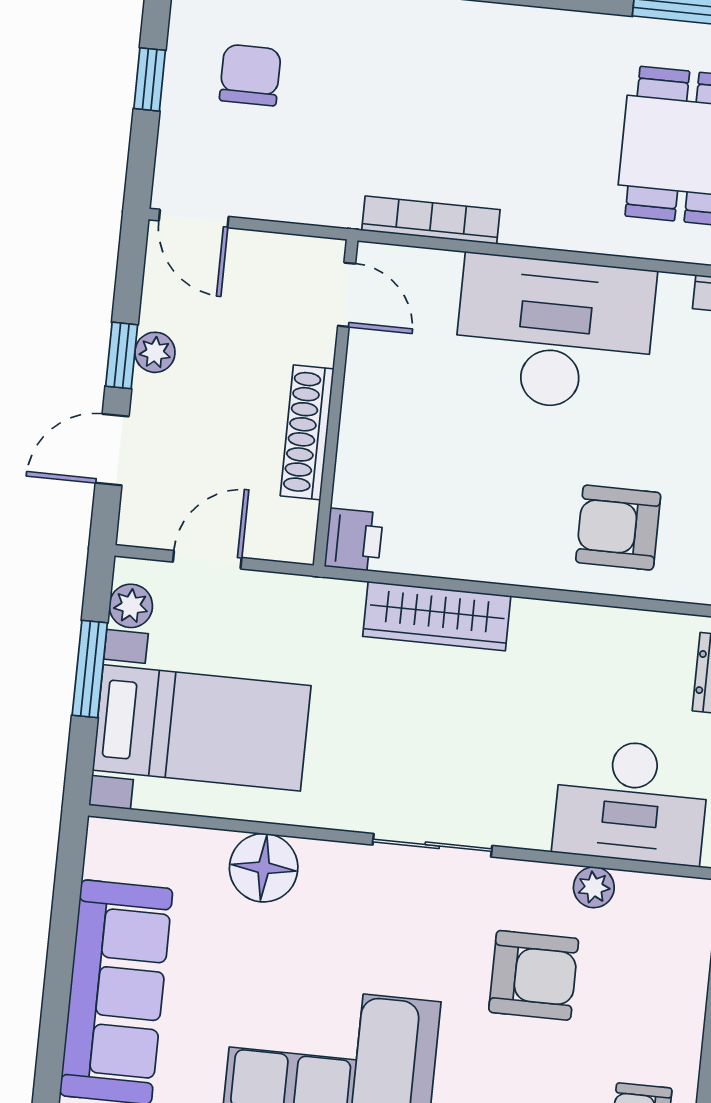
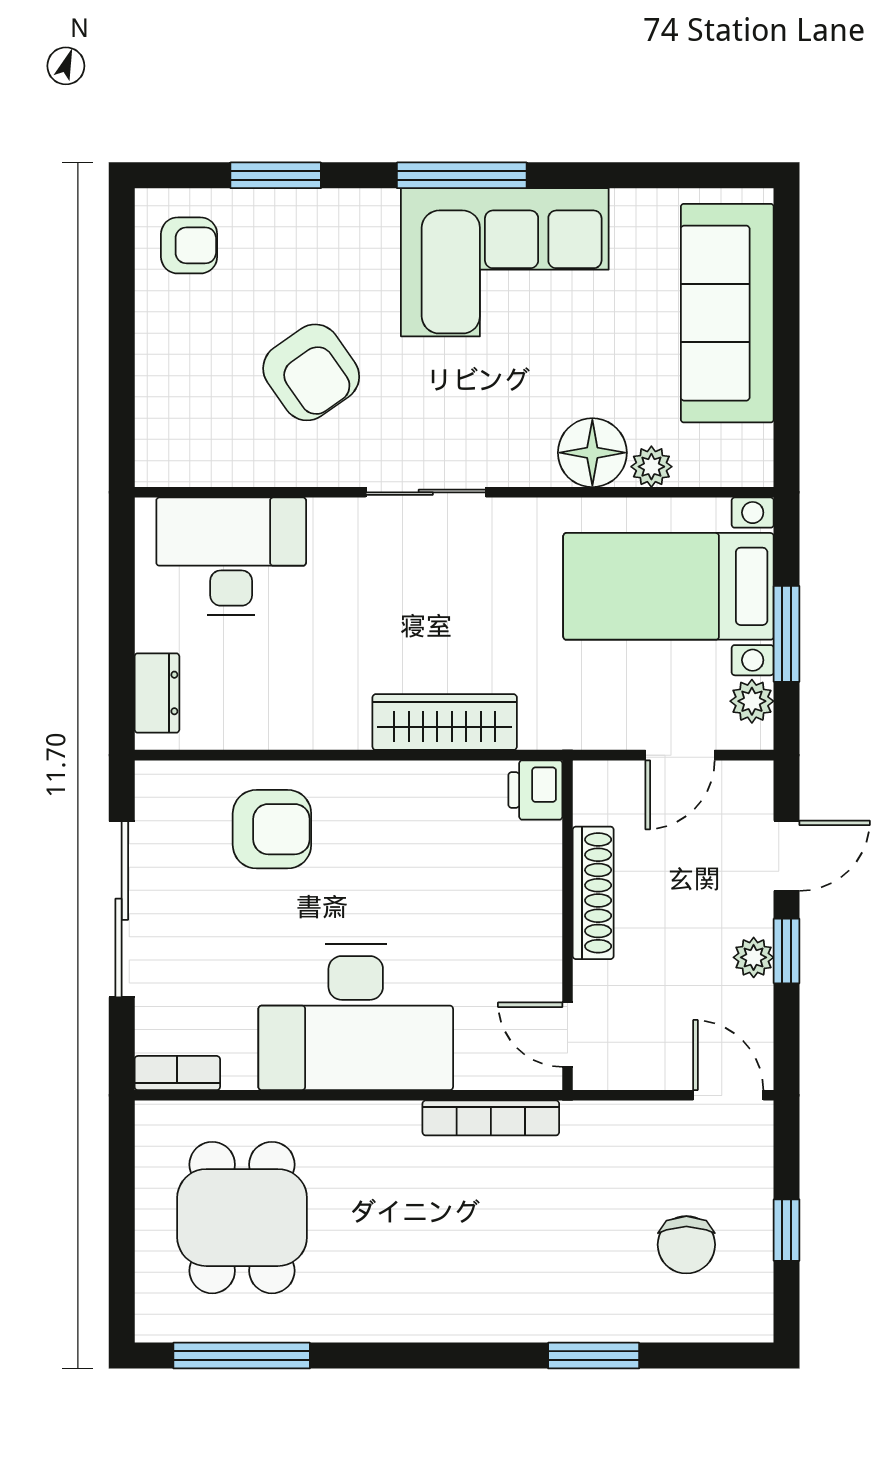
plant: (594, 887) -> (651, 467), moved
armchair: (534, 975) -> (311, 372), turned -125

